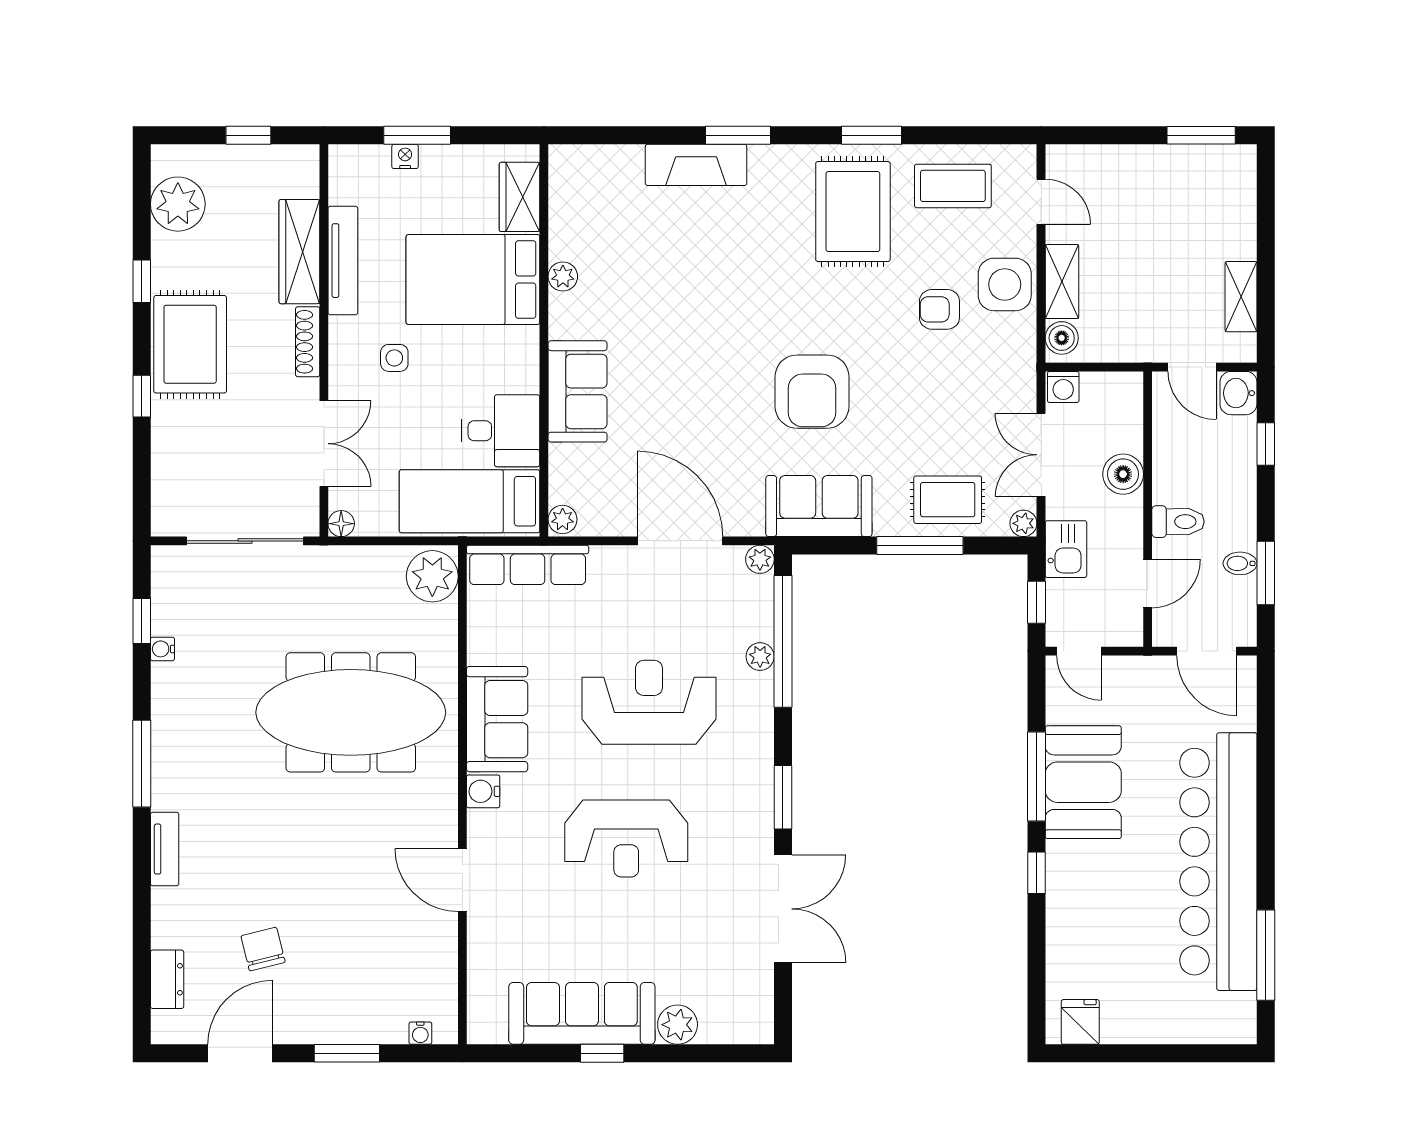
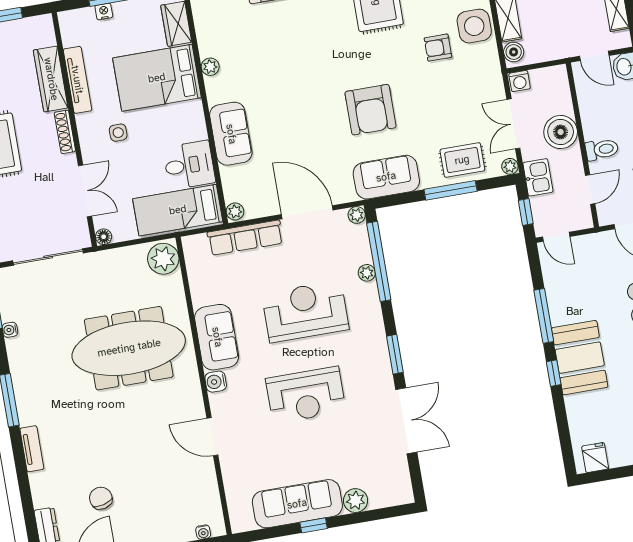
boiler: (1123, 474) -> (561, 132), width x1.37, depth x1.37
row of seats: (528, 565) -> (245, 238), moved
booth: (1083, 782) -> (580, 358), moved

